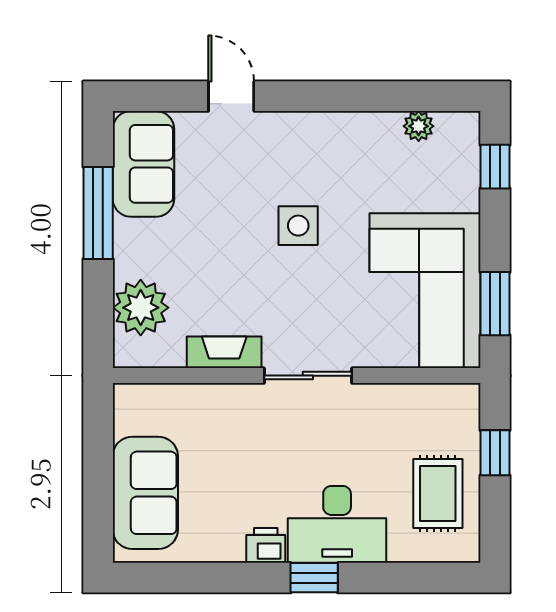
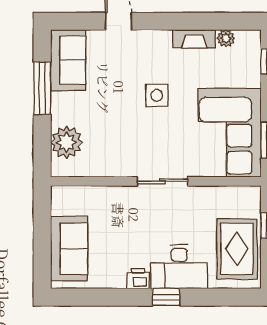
fireplace: (224, 352) -> (194, 39), moved, turned 180
rug: (438, 494) -> (237, 249), width x1.36, depth x1.43

